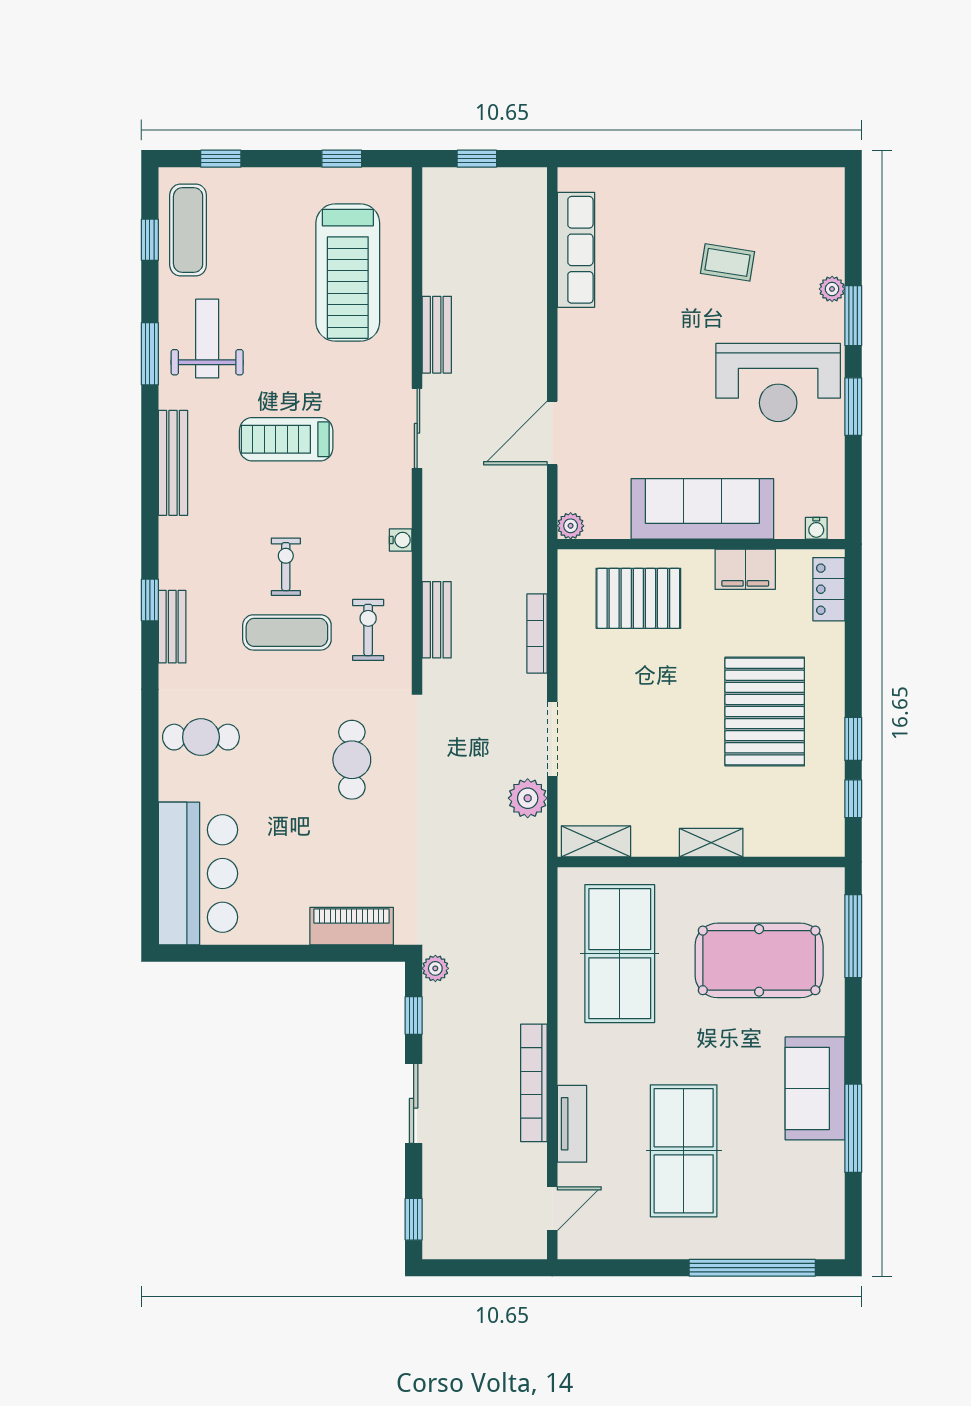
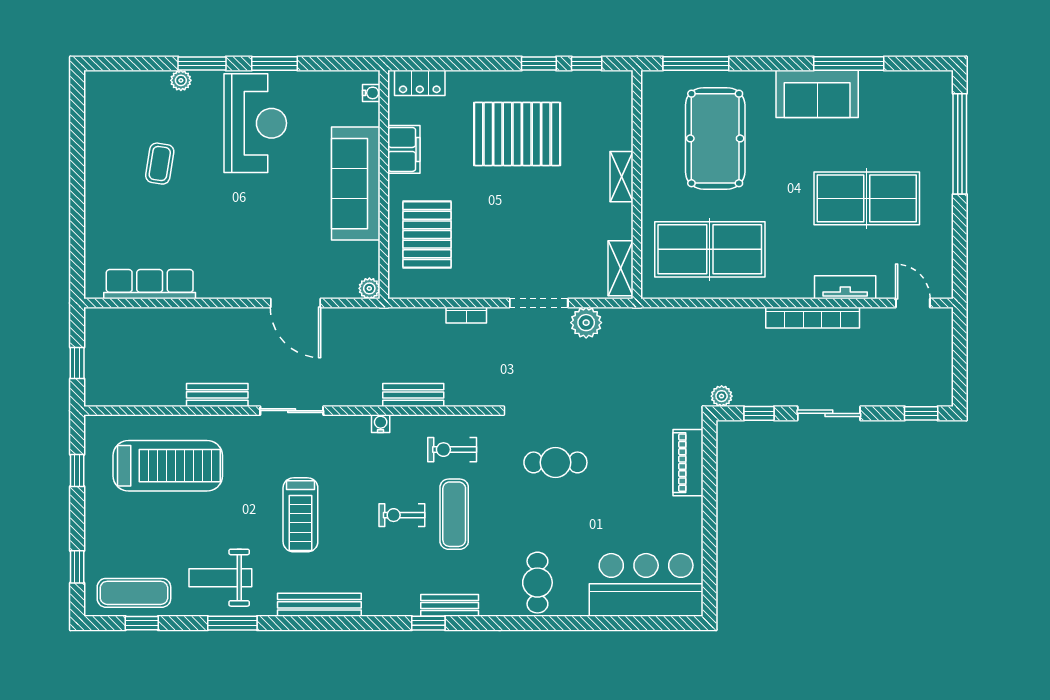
bench: (437, 620) -> (413, 395), moved
bookcase: (537, 634) -> (466, 315), width x0.64

